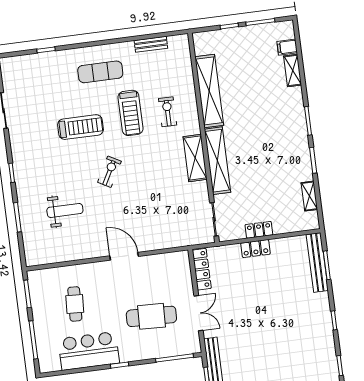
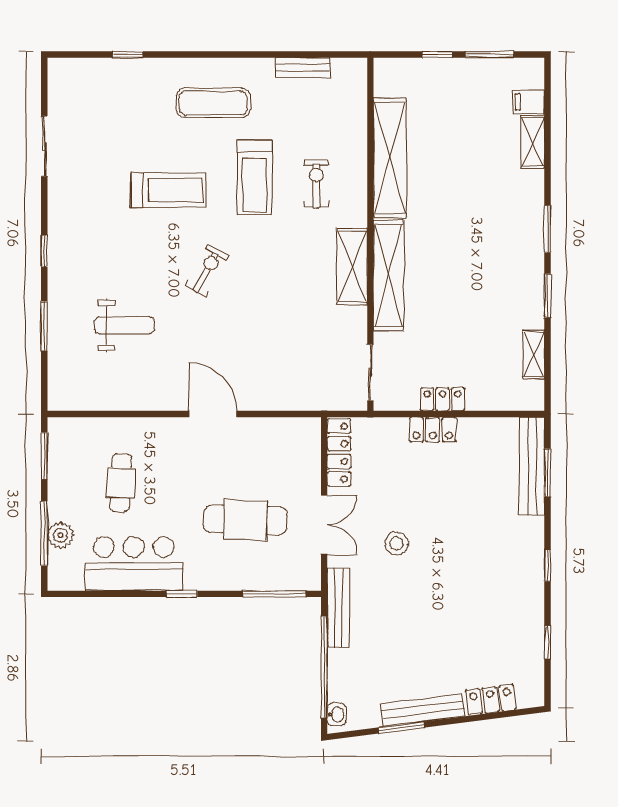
stool: (243, 319) -> (396, 543), added
plant: (43, 340) -> (60, 535), added

